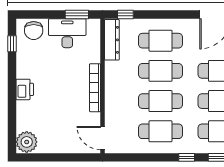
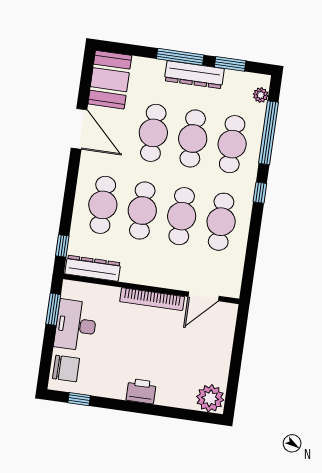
door: (102, 138) -> (203, 296), moved

